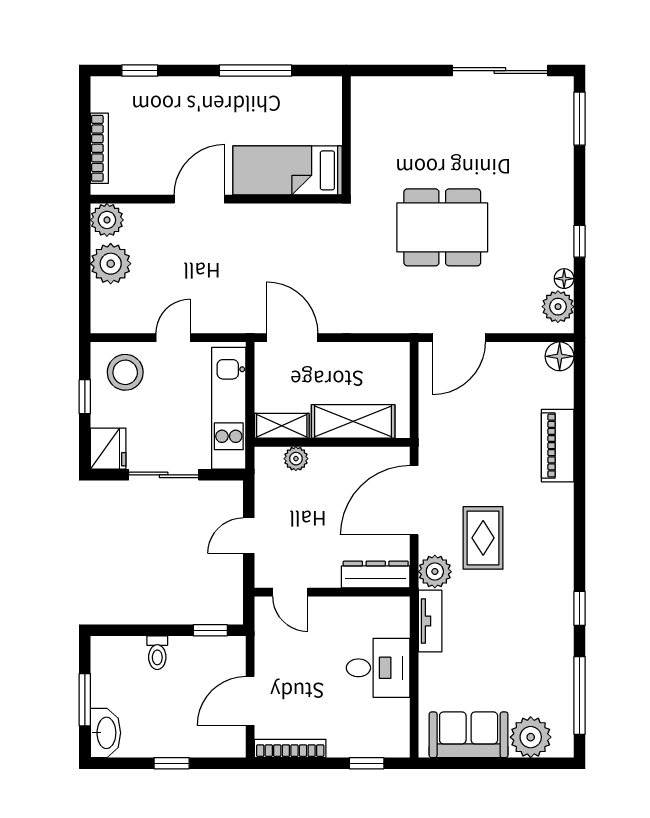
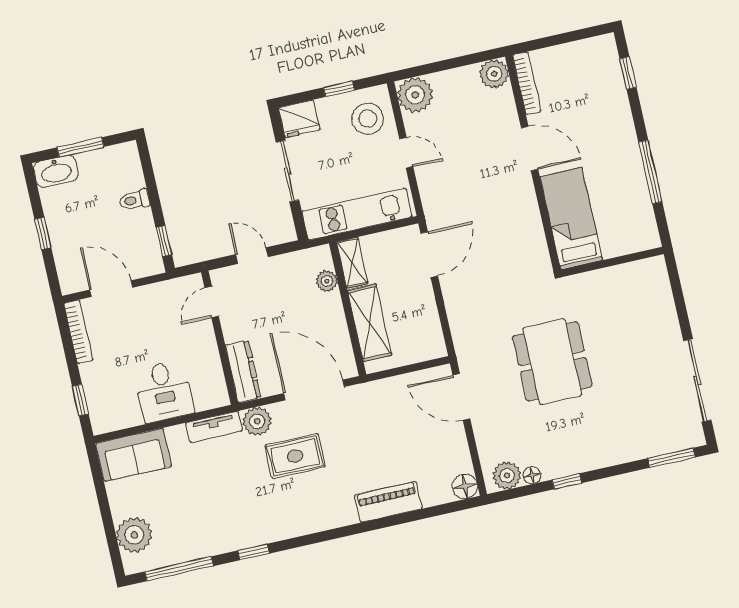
bookcase: (99, 148) -> (527, 83), moved, turned -90
plant: (111, 264) -> (415, 95), moved
sofa: (469, 735) -> (134, 455), moved, turned 90

